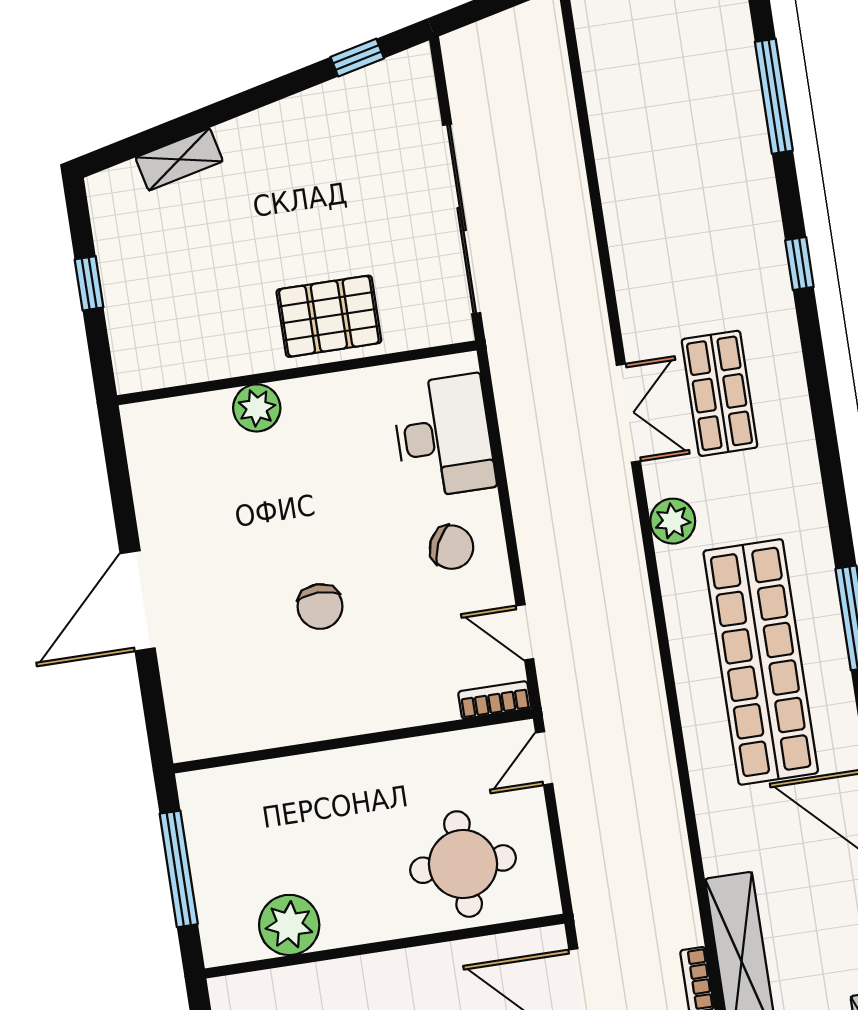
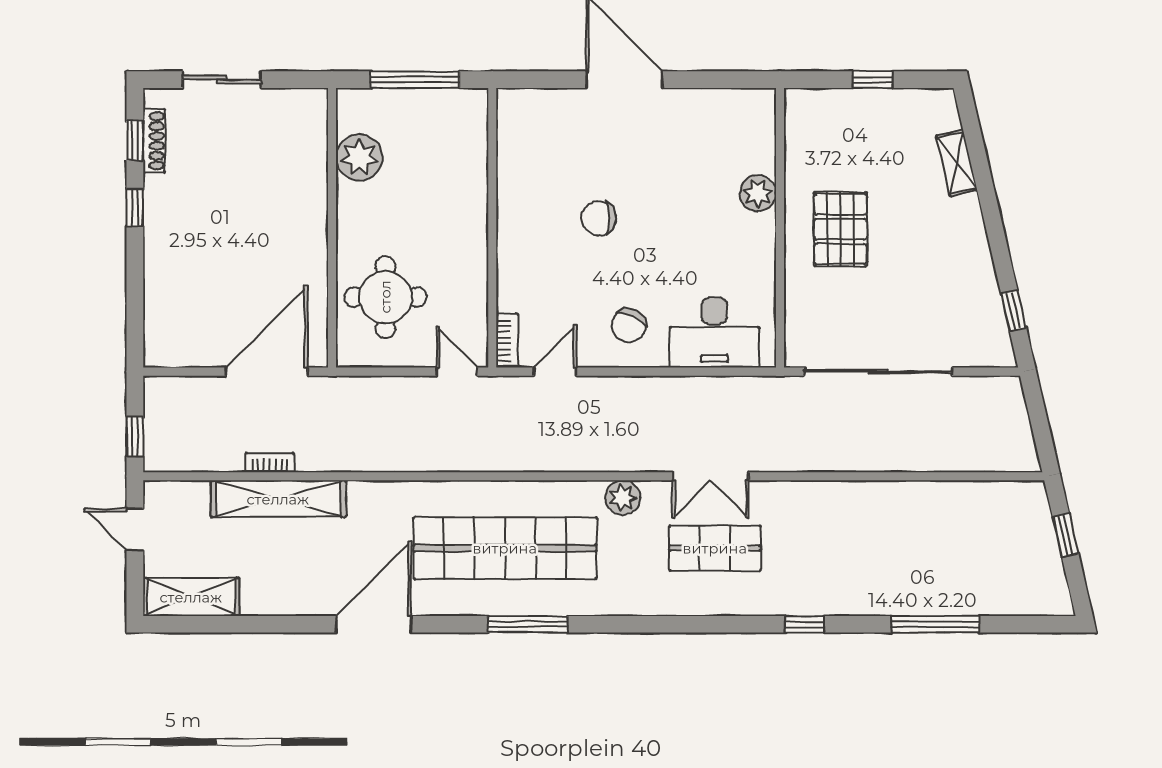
pallet: (329, 316) -> (840, 229), moved

